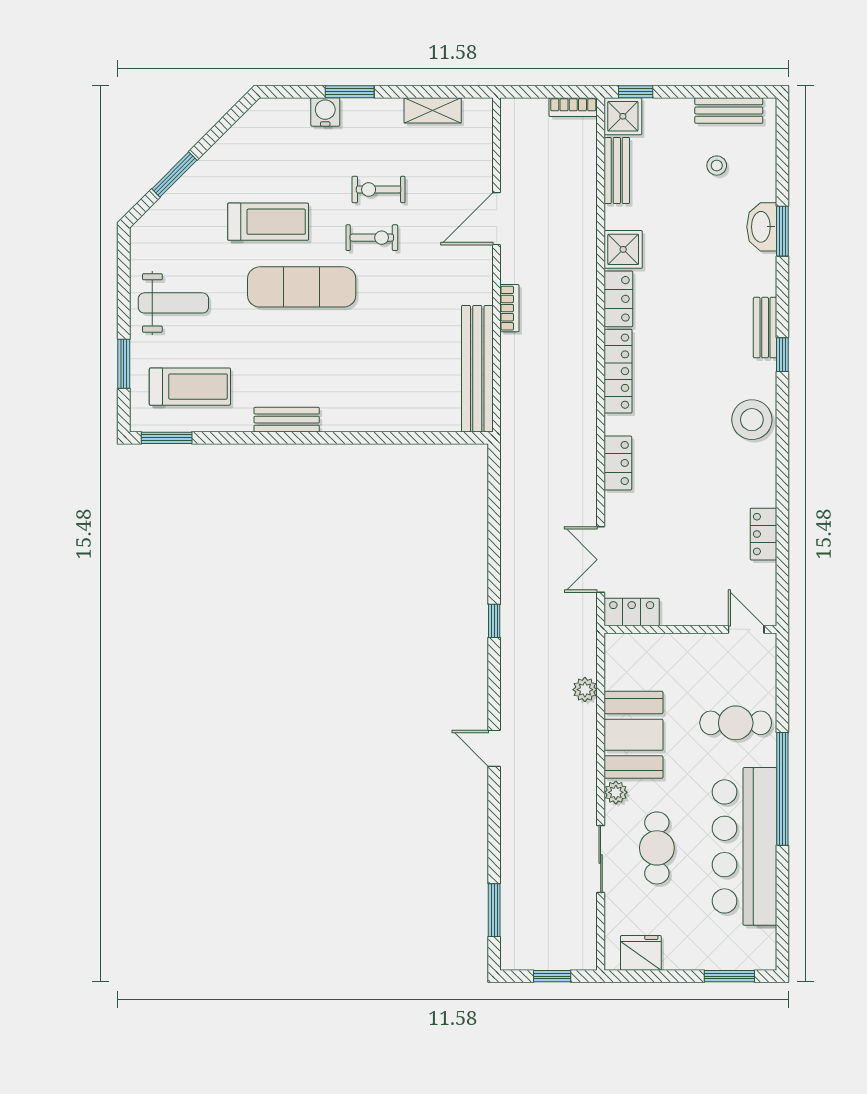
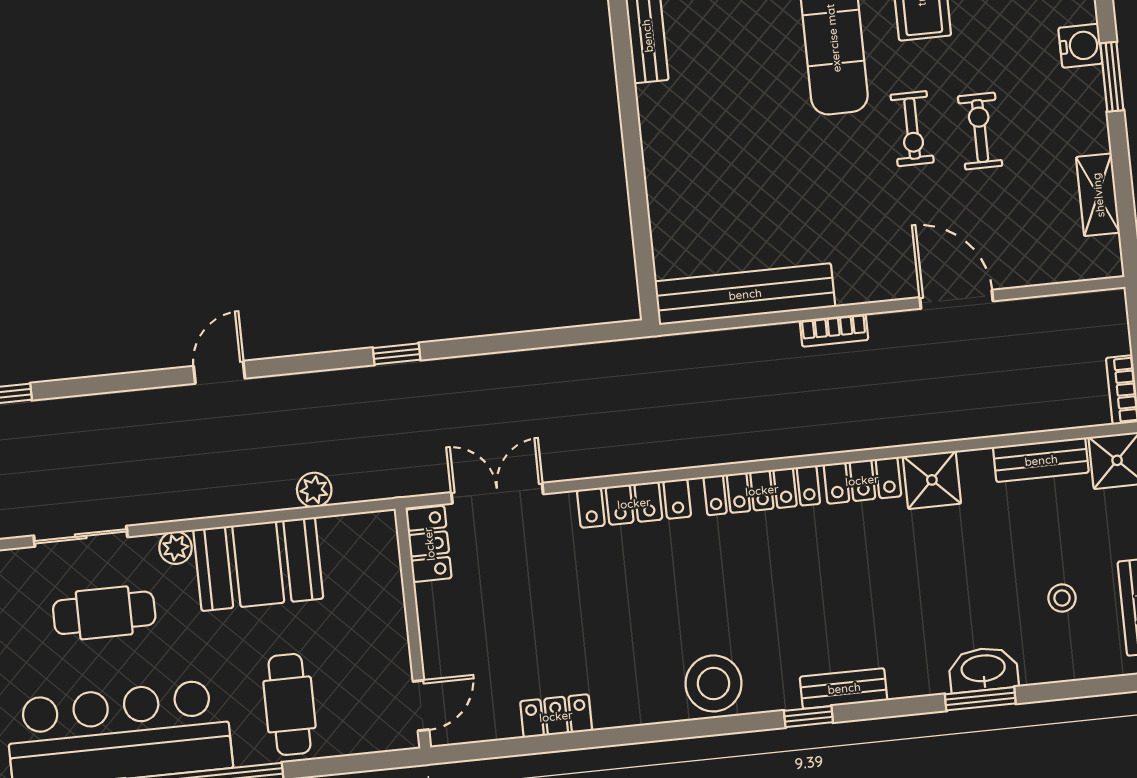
locker: (618, 463) -> (634, 503), width x1.53

